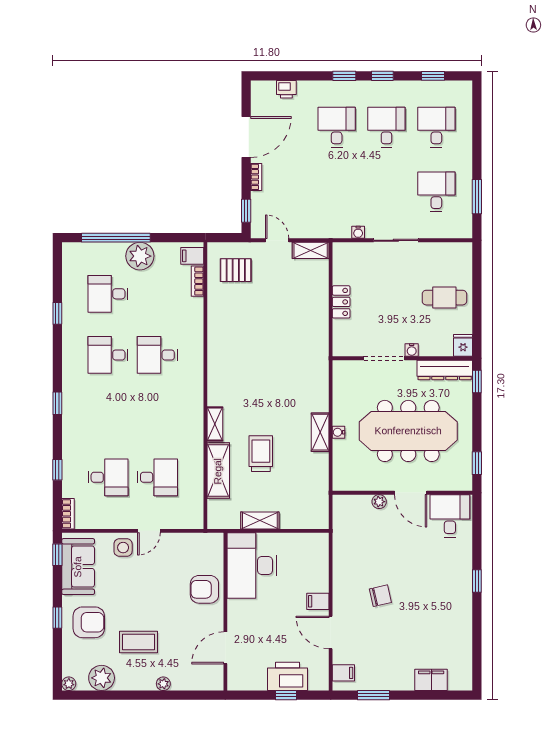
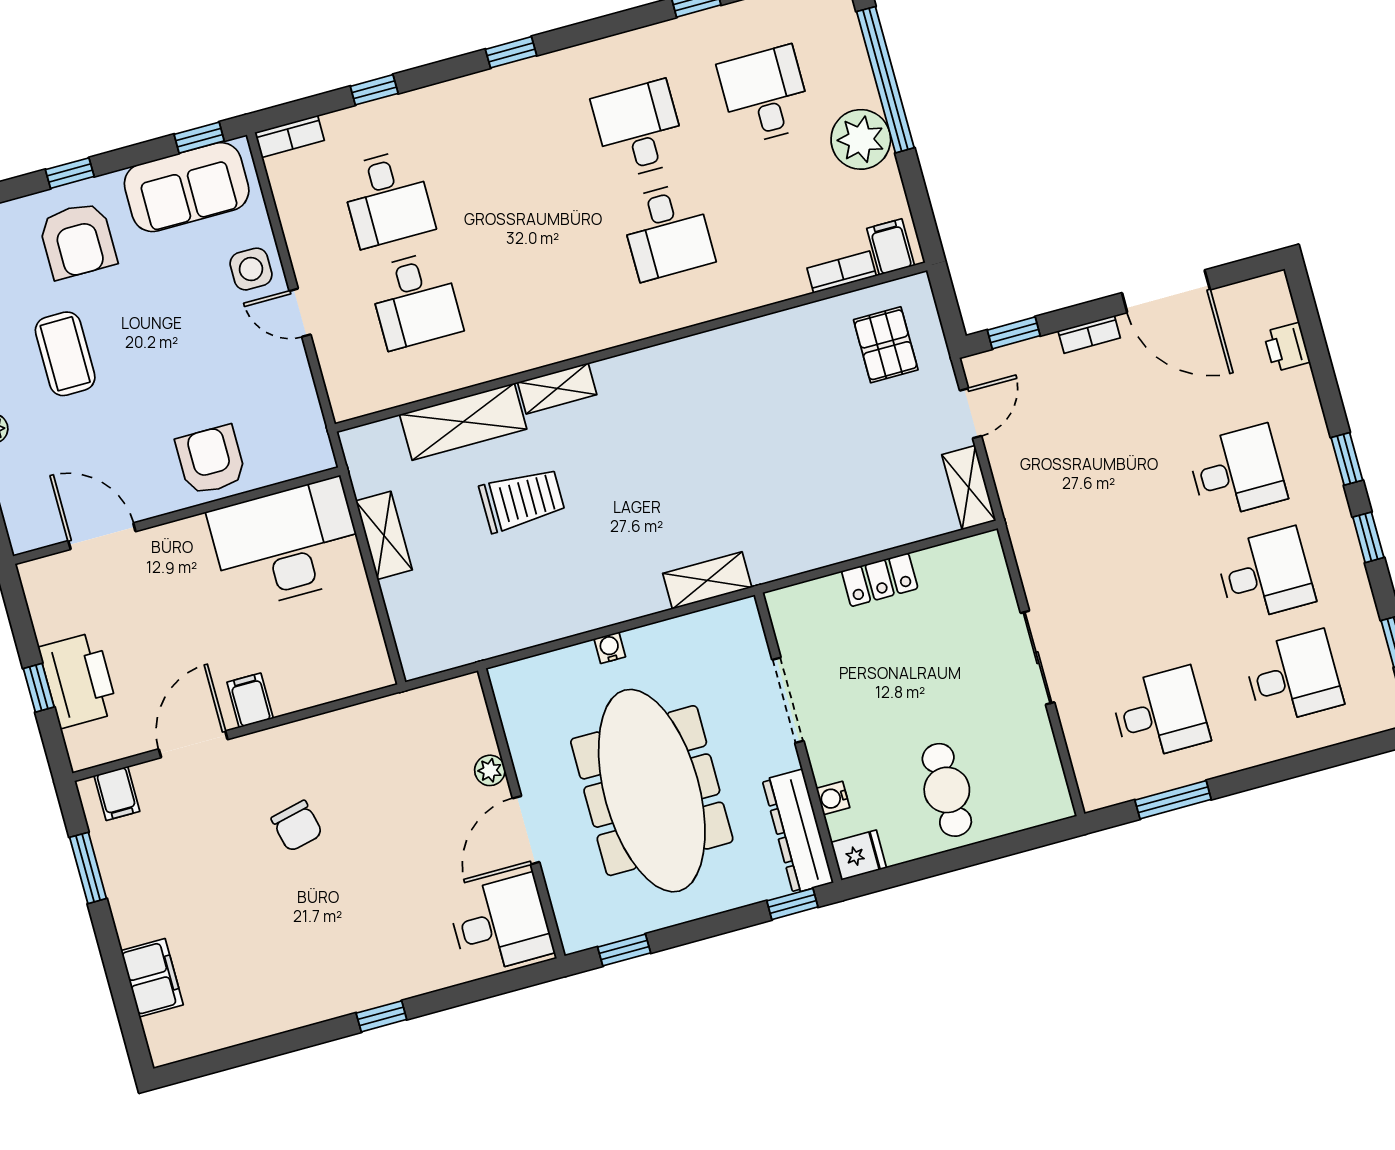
water cooler: (358, 232) -> (1033, 575), removed
water cooler: (412, 350) -> (833, 798), moved
desk: (157, 355) -> (667, 231), turned 180
shelving: (320, 432) -> (707, 580), moved

